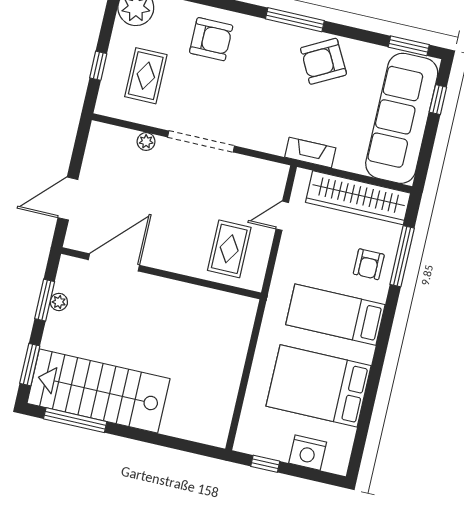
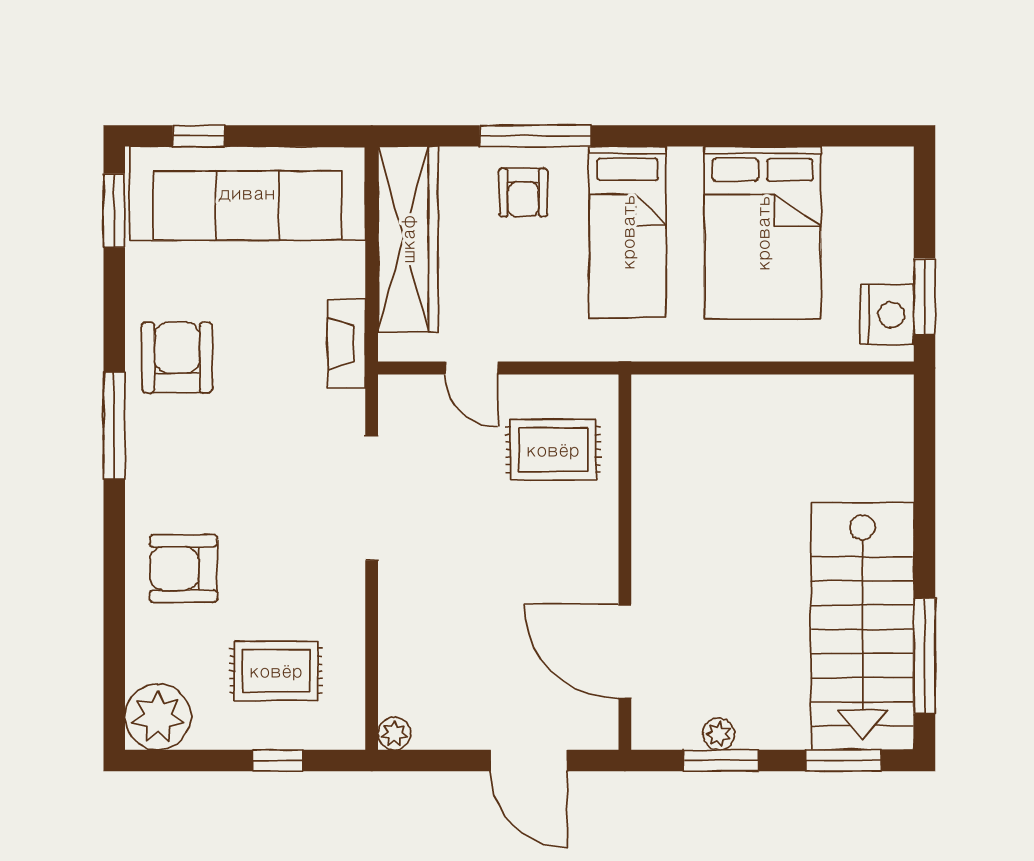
armchair: (211, 39) -> (184, 569), turned -90
armchair: (323, 61) -> (177, 358), turned -152
plant: (146, 142) -> (394, 734), moved
doorway: (201, 142) -> (372, 498), moved
window: (402, 256) -> (535, 136), moved
armchair: (369, 264) -> (523, 193), turned 90
nightstand: (308, 453) -> (887, 315), moved
window: (265, 464) -> (924, 297), width x1.50

